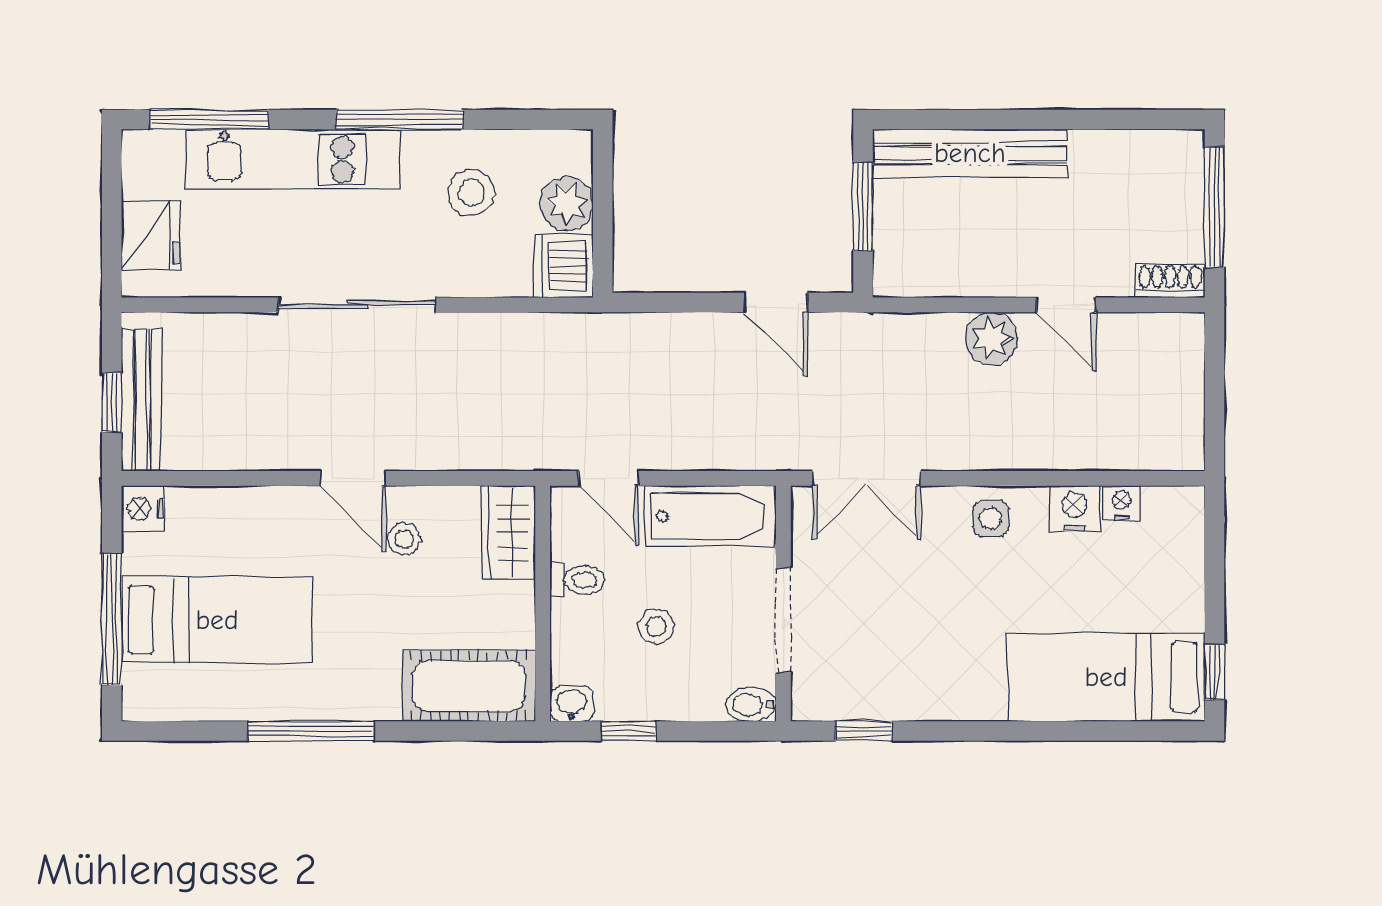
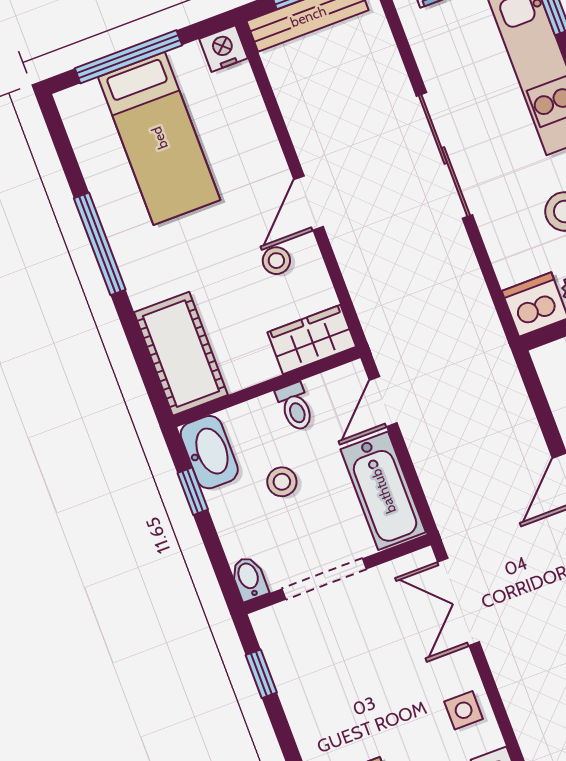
washbasin: (572, 704) -> (209, 452), width x1.91, depth x1.45

